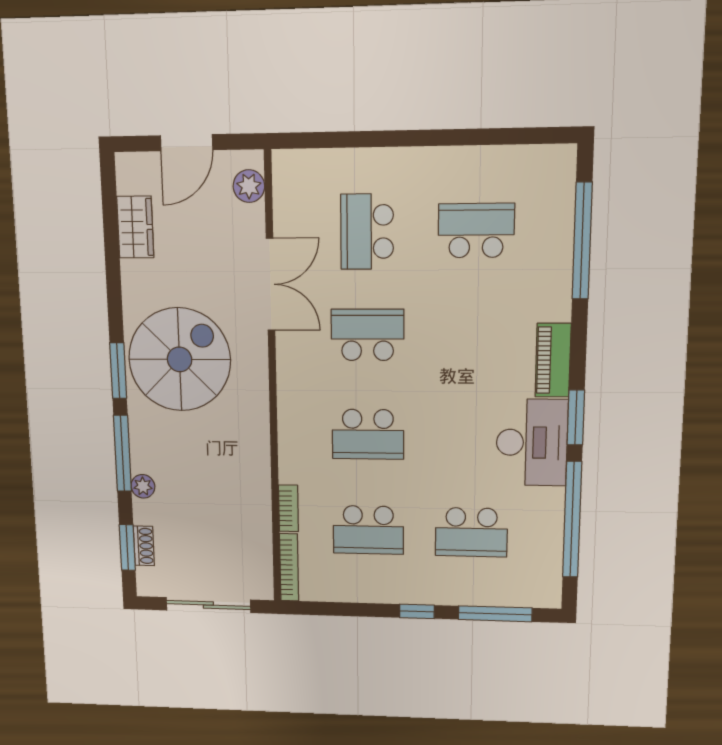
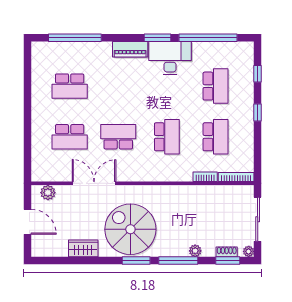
wardrobe: (135, 227) -> (83, 248), moved
school desk: (476, 231) -> (70, 86), turned -90
school desk: (367, 335) -> (118, 137), turned 90
plant: (146, 586) -> (249, 251), added
window: (495, 614) -> (258, 74), width x0.46

